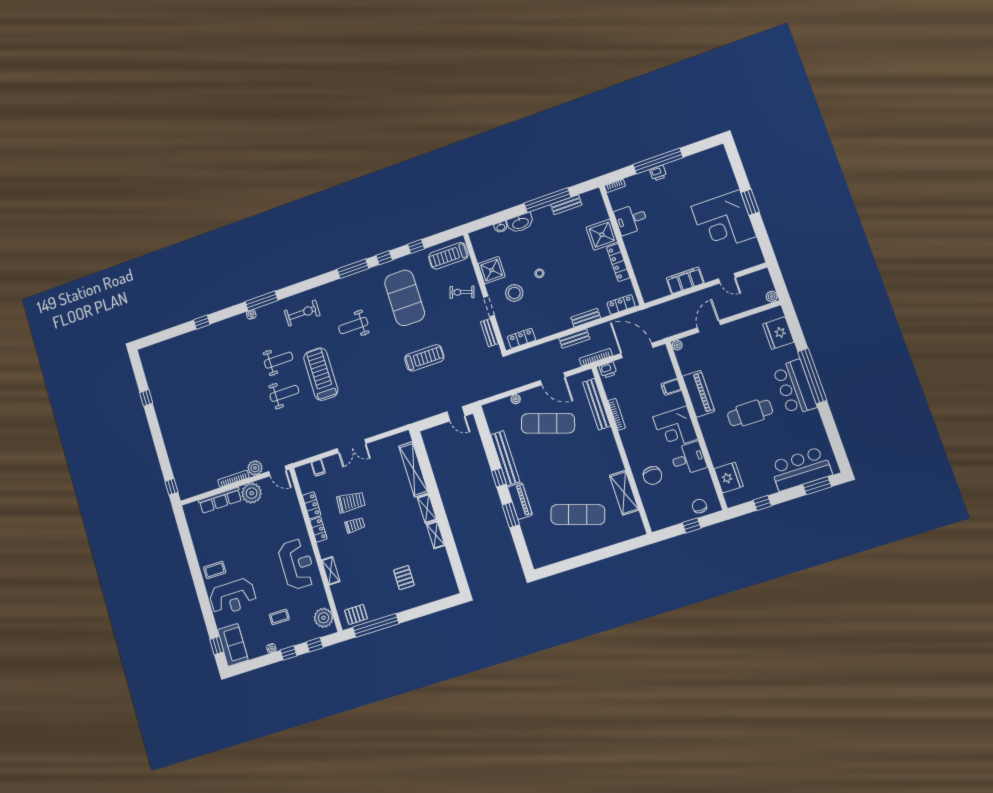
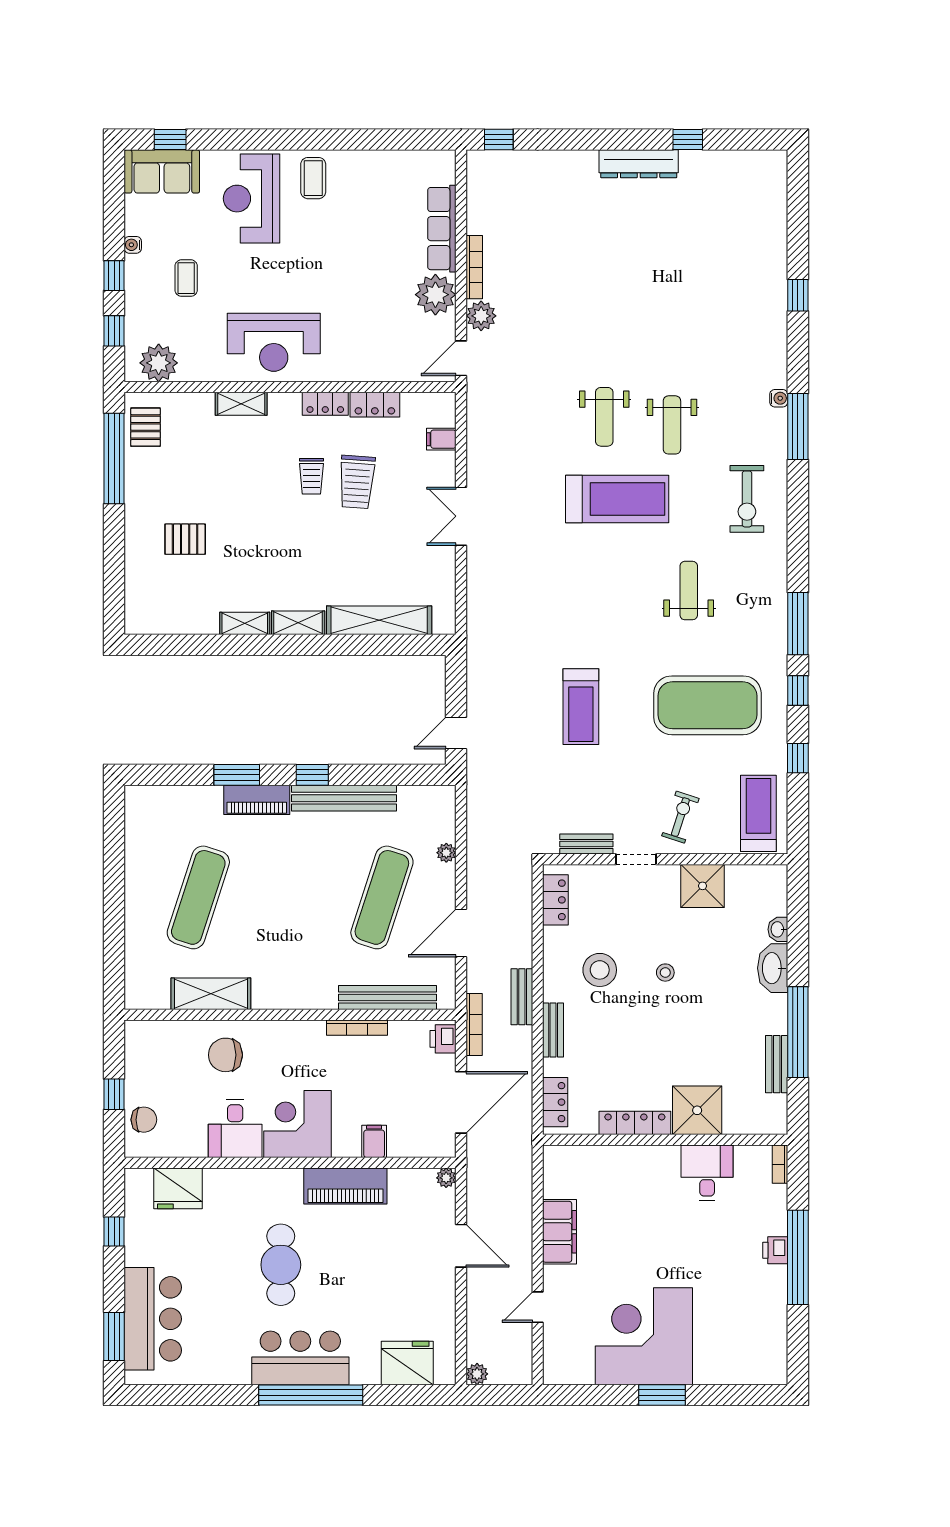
stool: (514, 293) -> (600, 970), moved
dresser: (164, 417) -> (639, 164), added

